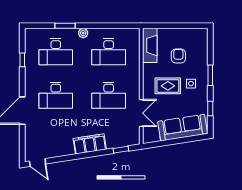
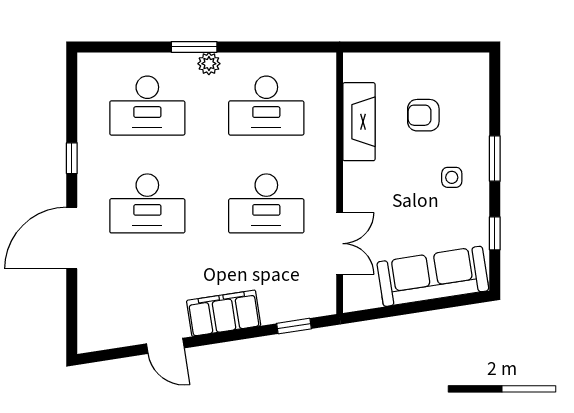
window: (65, 26) -> (194, 47), moved
fireplace: (150, 45) -> (359, 122), moved
armchair: (178, 56) -> (423, 115), turned -90
window: (22, 60) -> (72, 158), moved
rug: (168, 86) -> (400, 183), removed
door: (38, 163) -> (165, 346), moved

